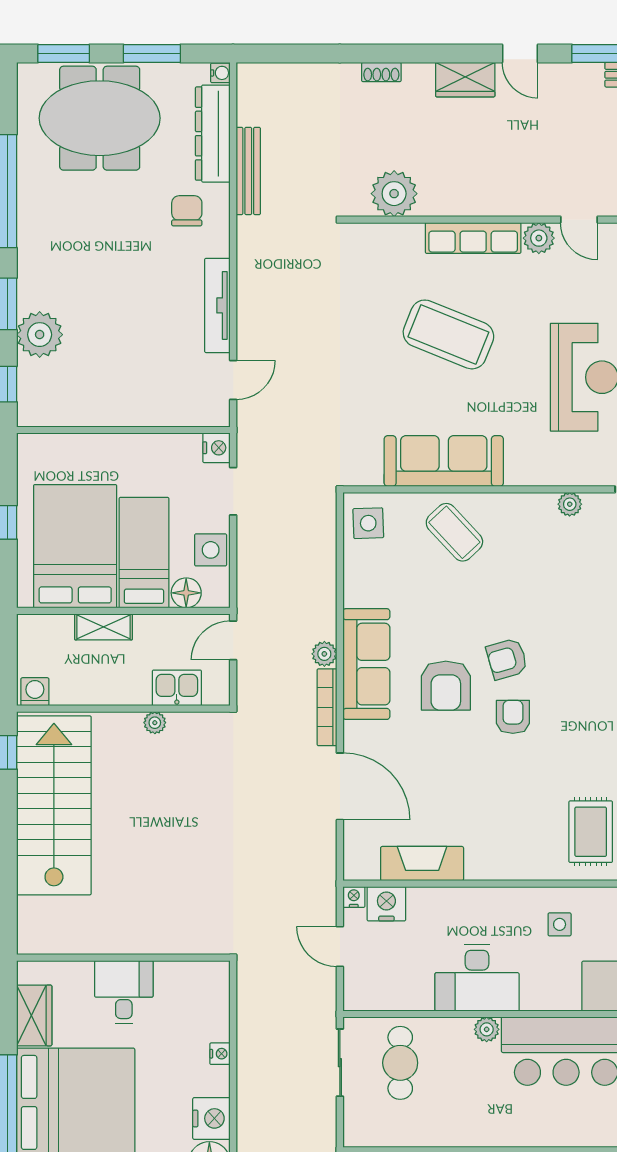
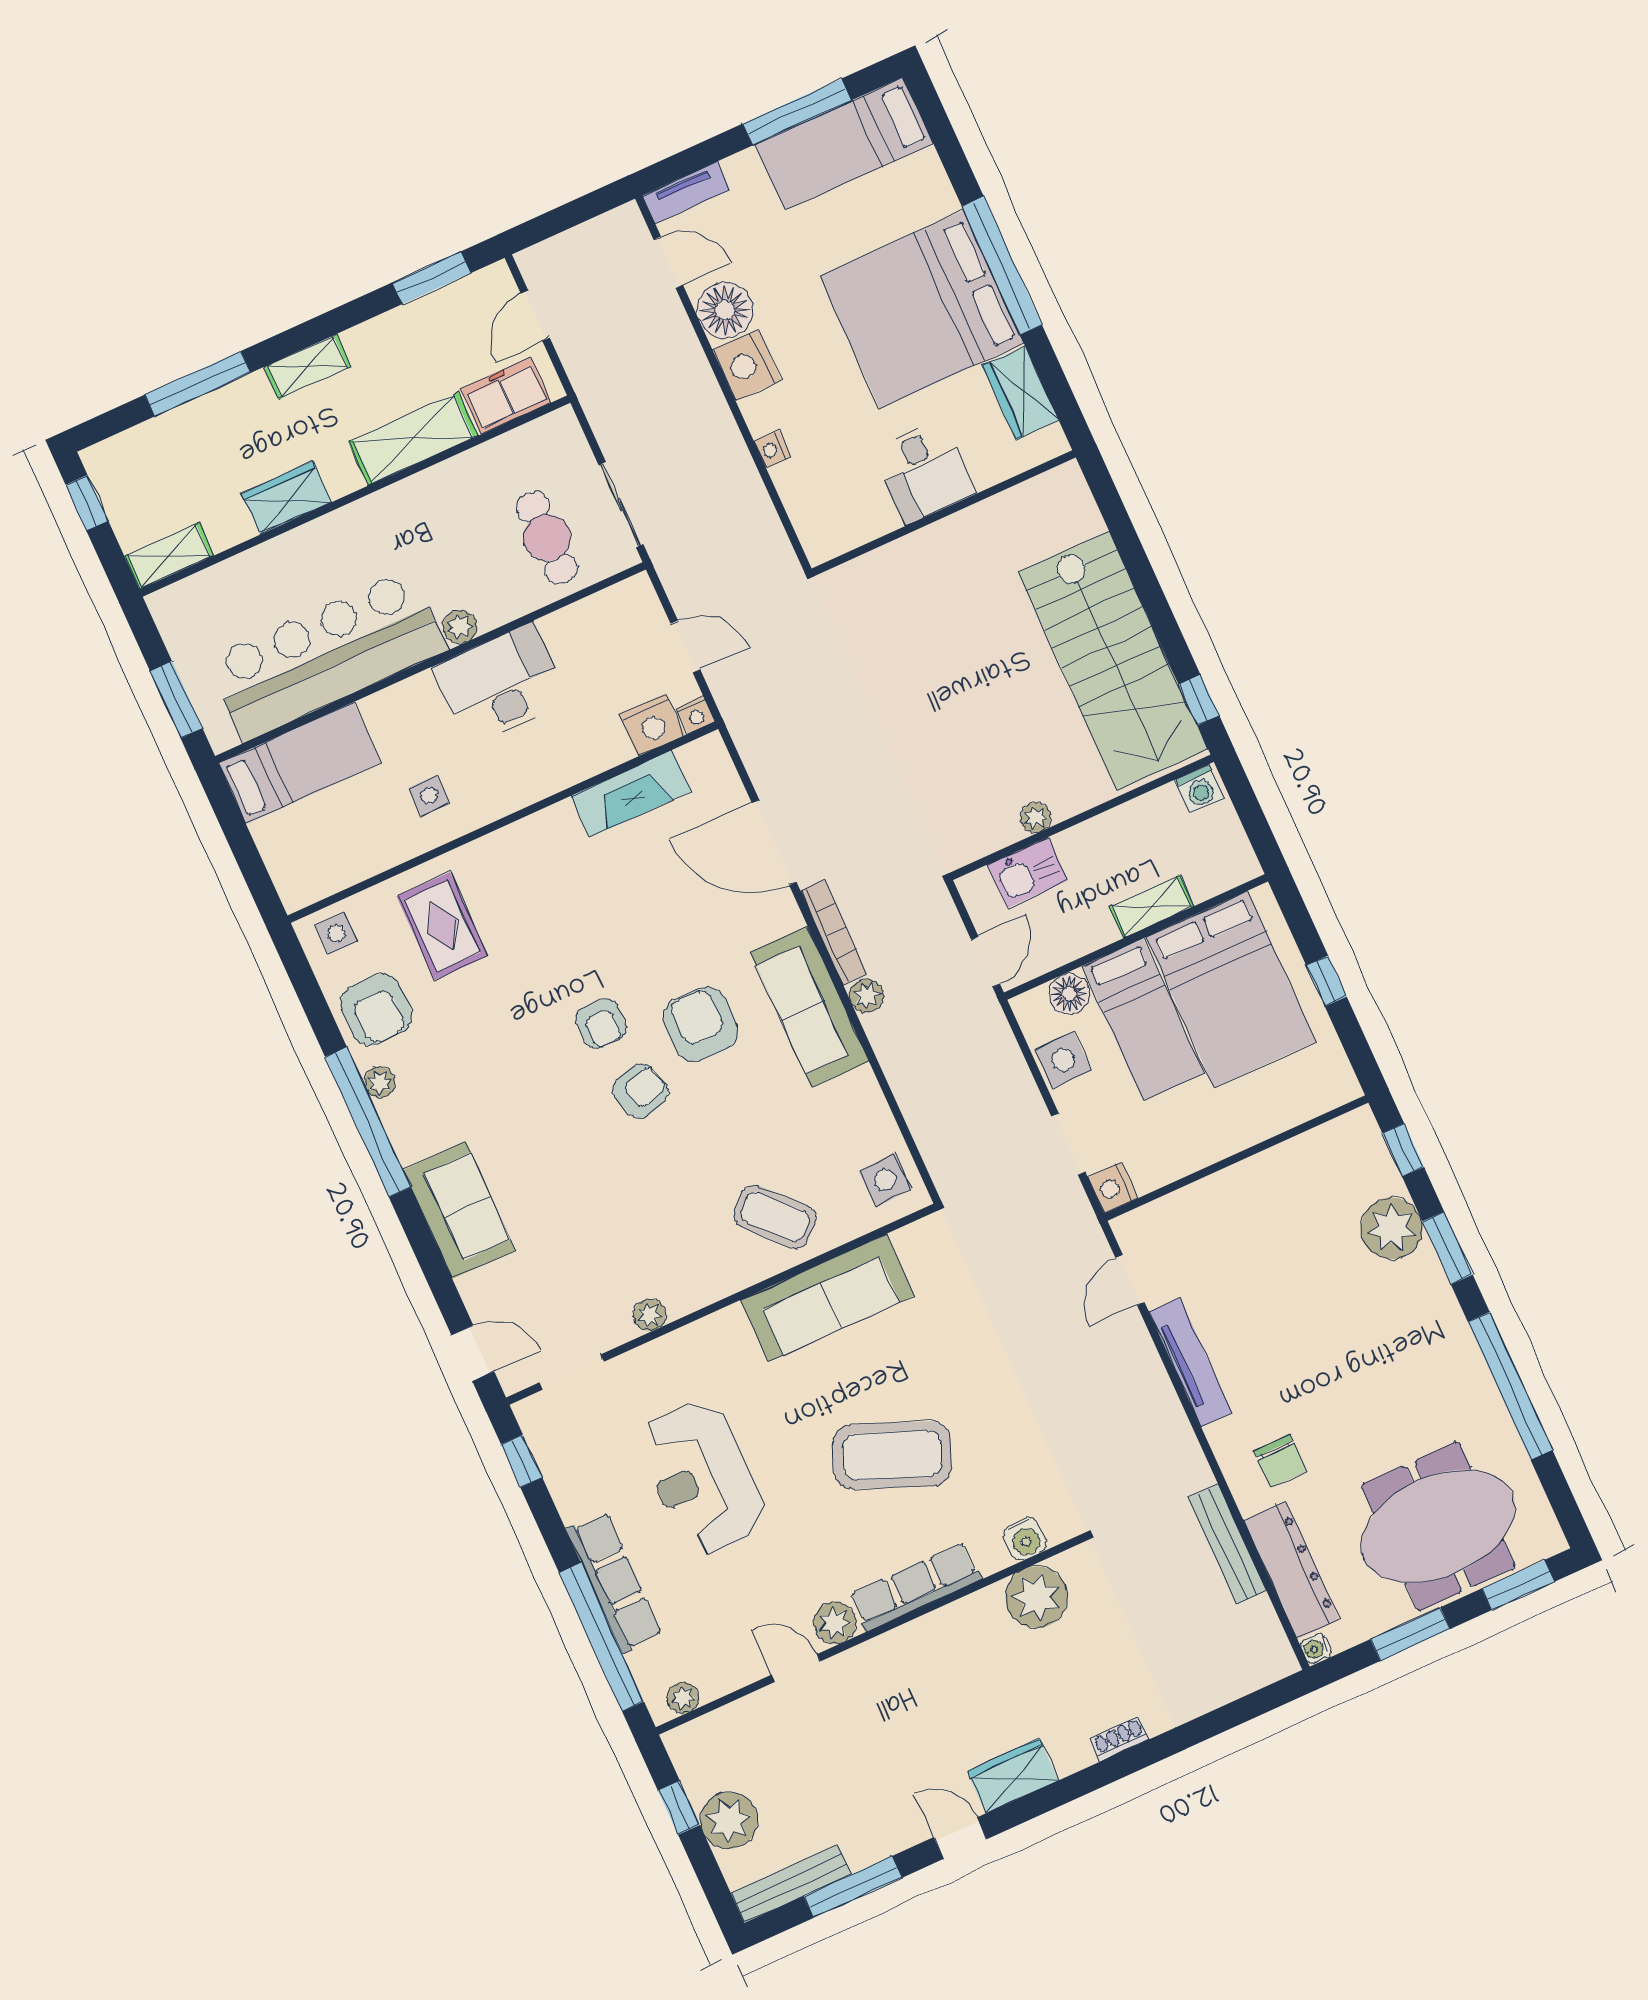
water cooler: (384, 237) -> (1025, 1539), added

